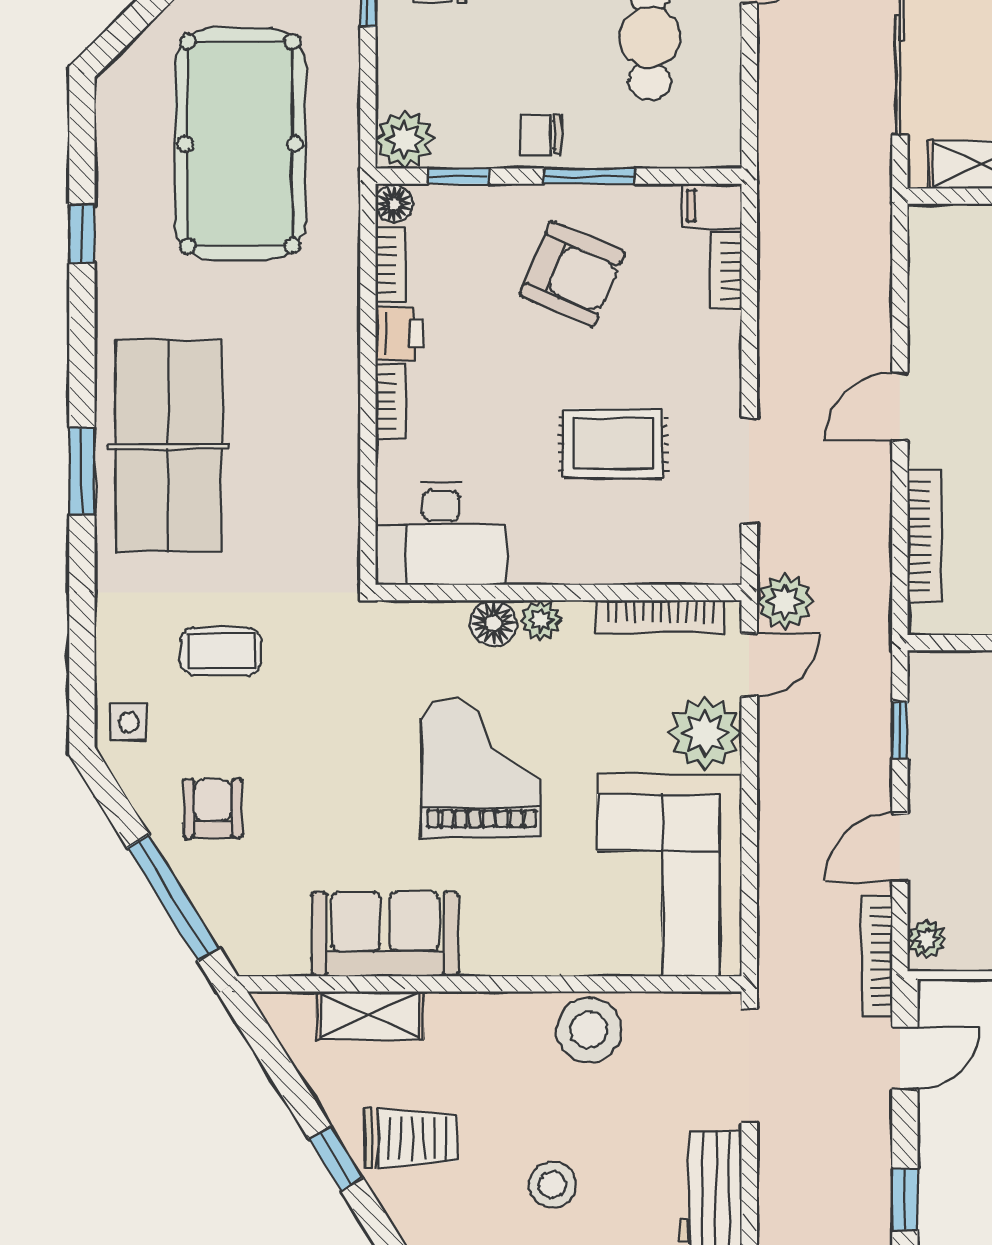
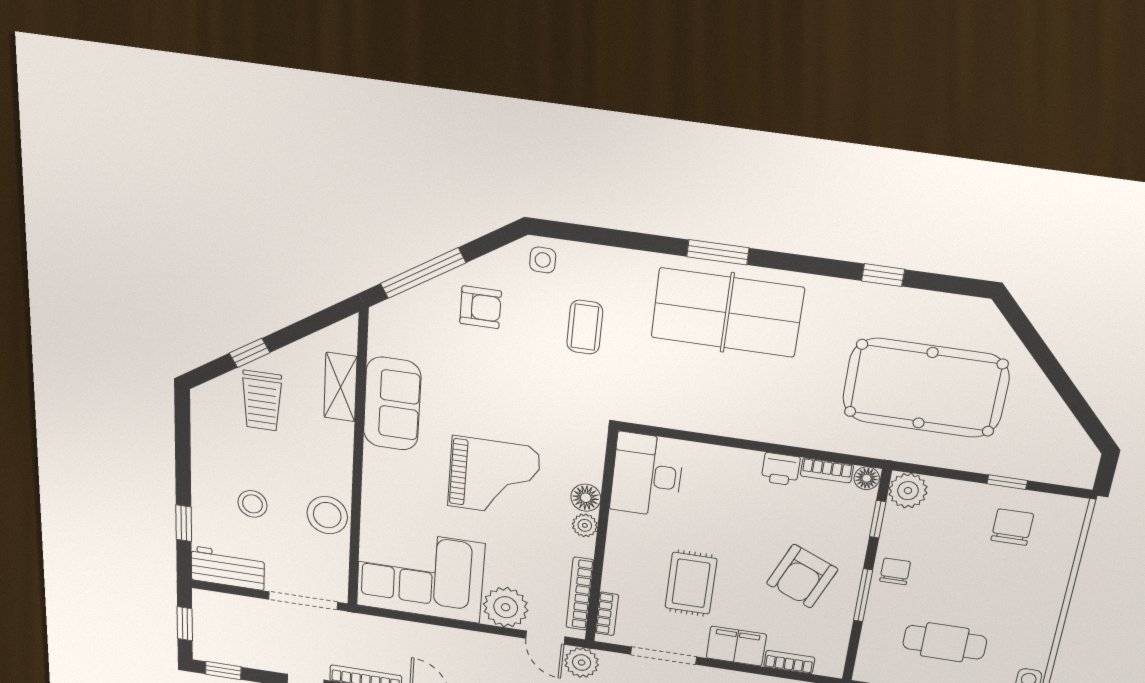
filing cabinet: (712, 206) -> (736, 646), moved, width x2.00
bookcase: (391, 402) -> (607, 614), moved, turned -90
stool: (552, 1184) -> (252, 504), moved

